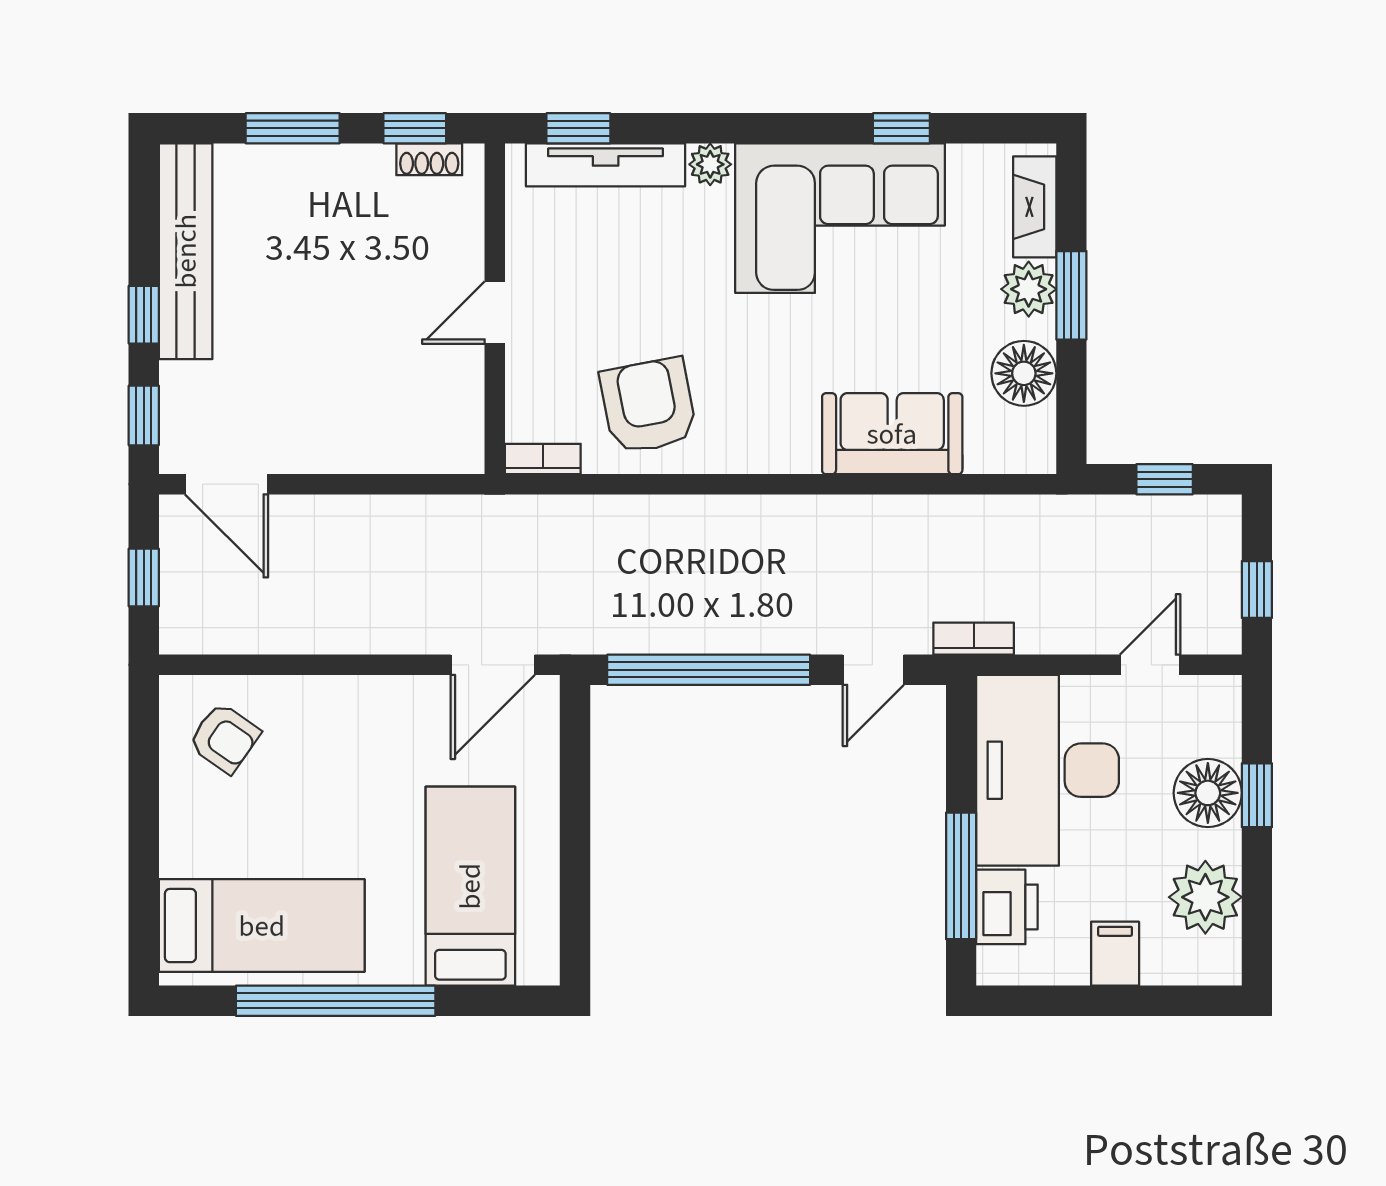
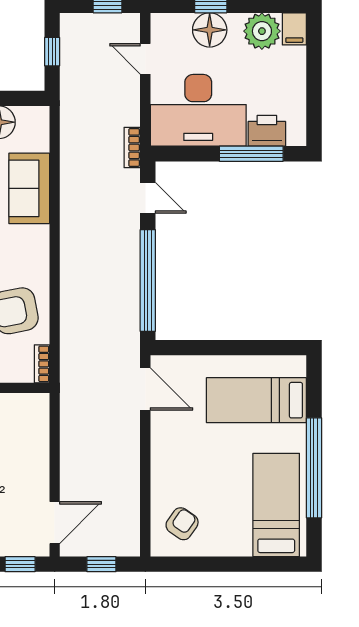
filing cabinet: (1115, 954) -> (294, 29), moved, turned -90

